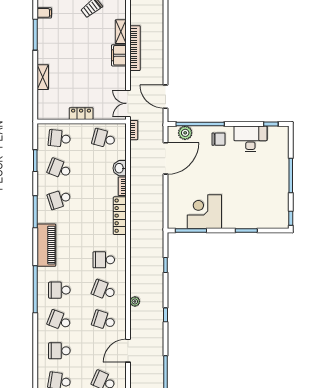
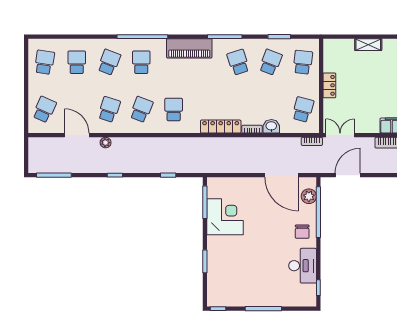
plant: (135, 301) -> (106, 143), moved

